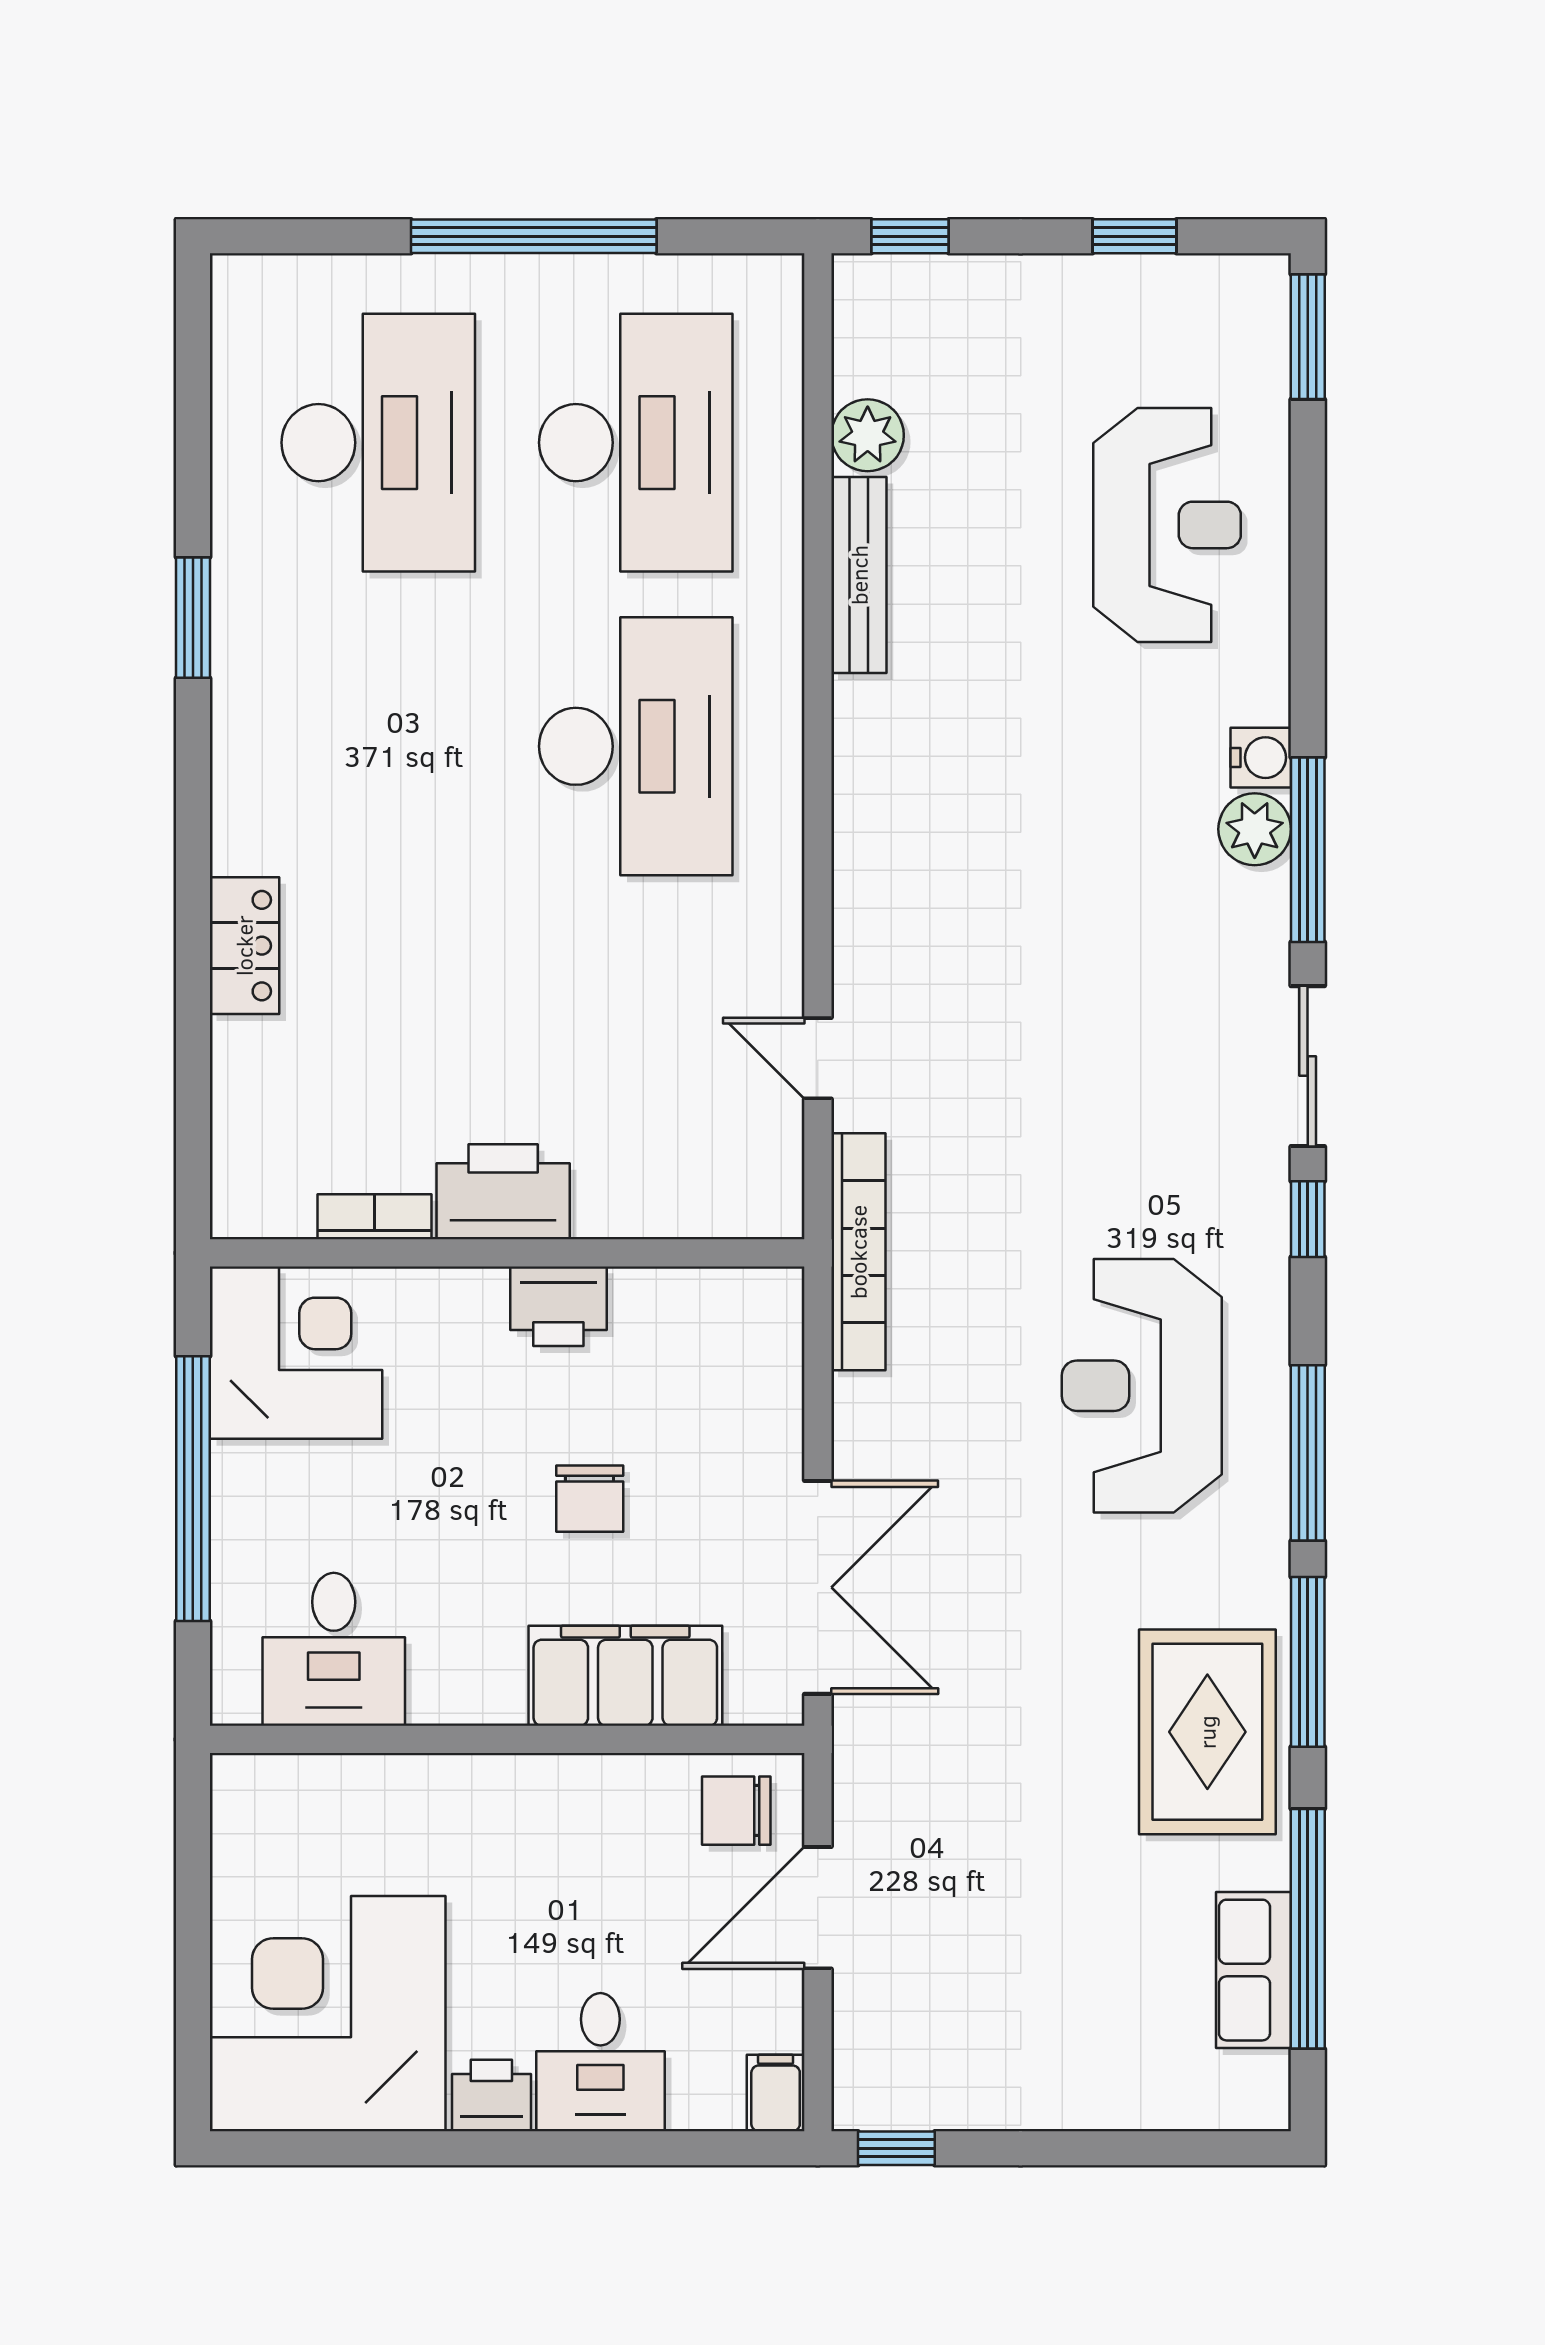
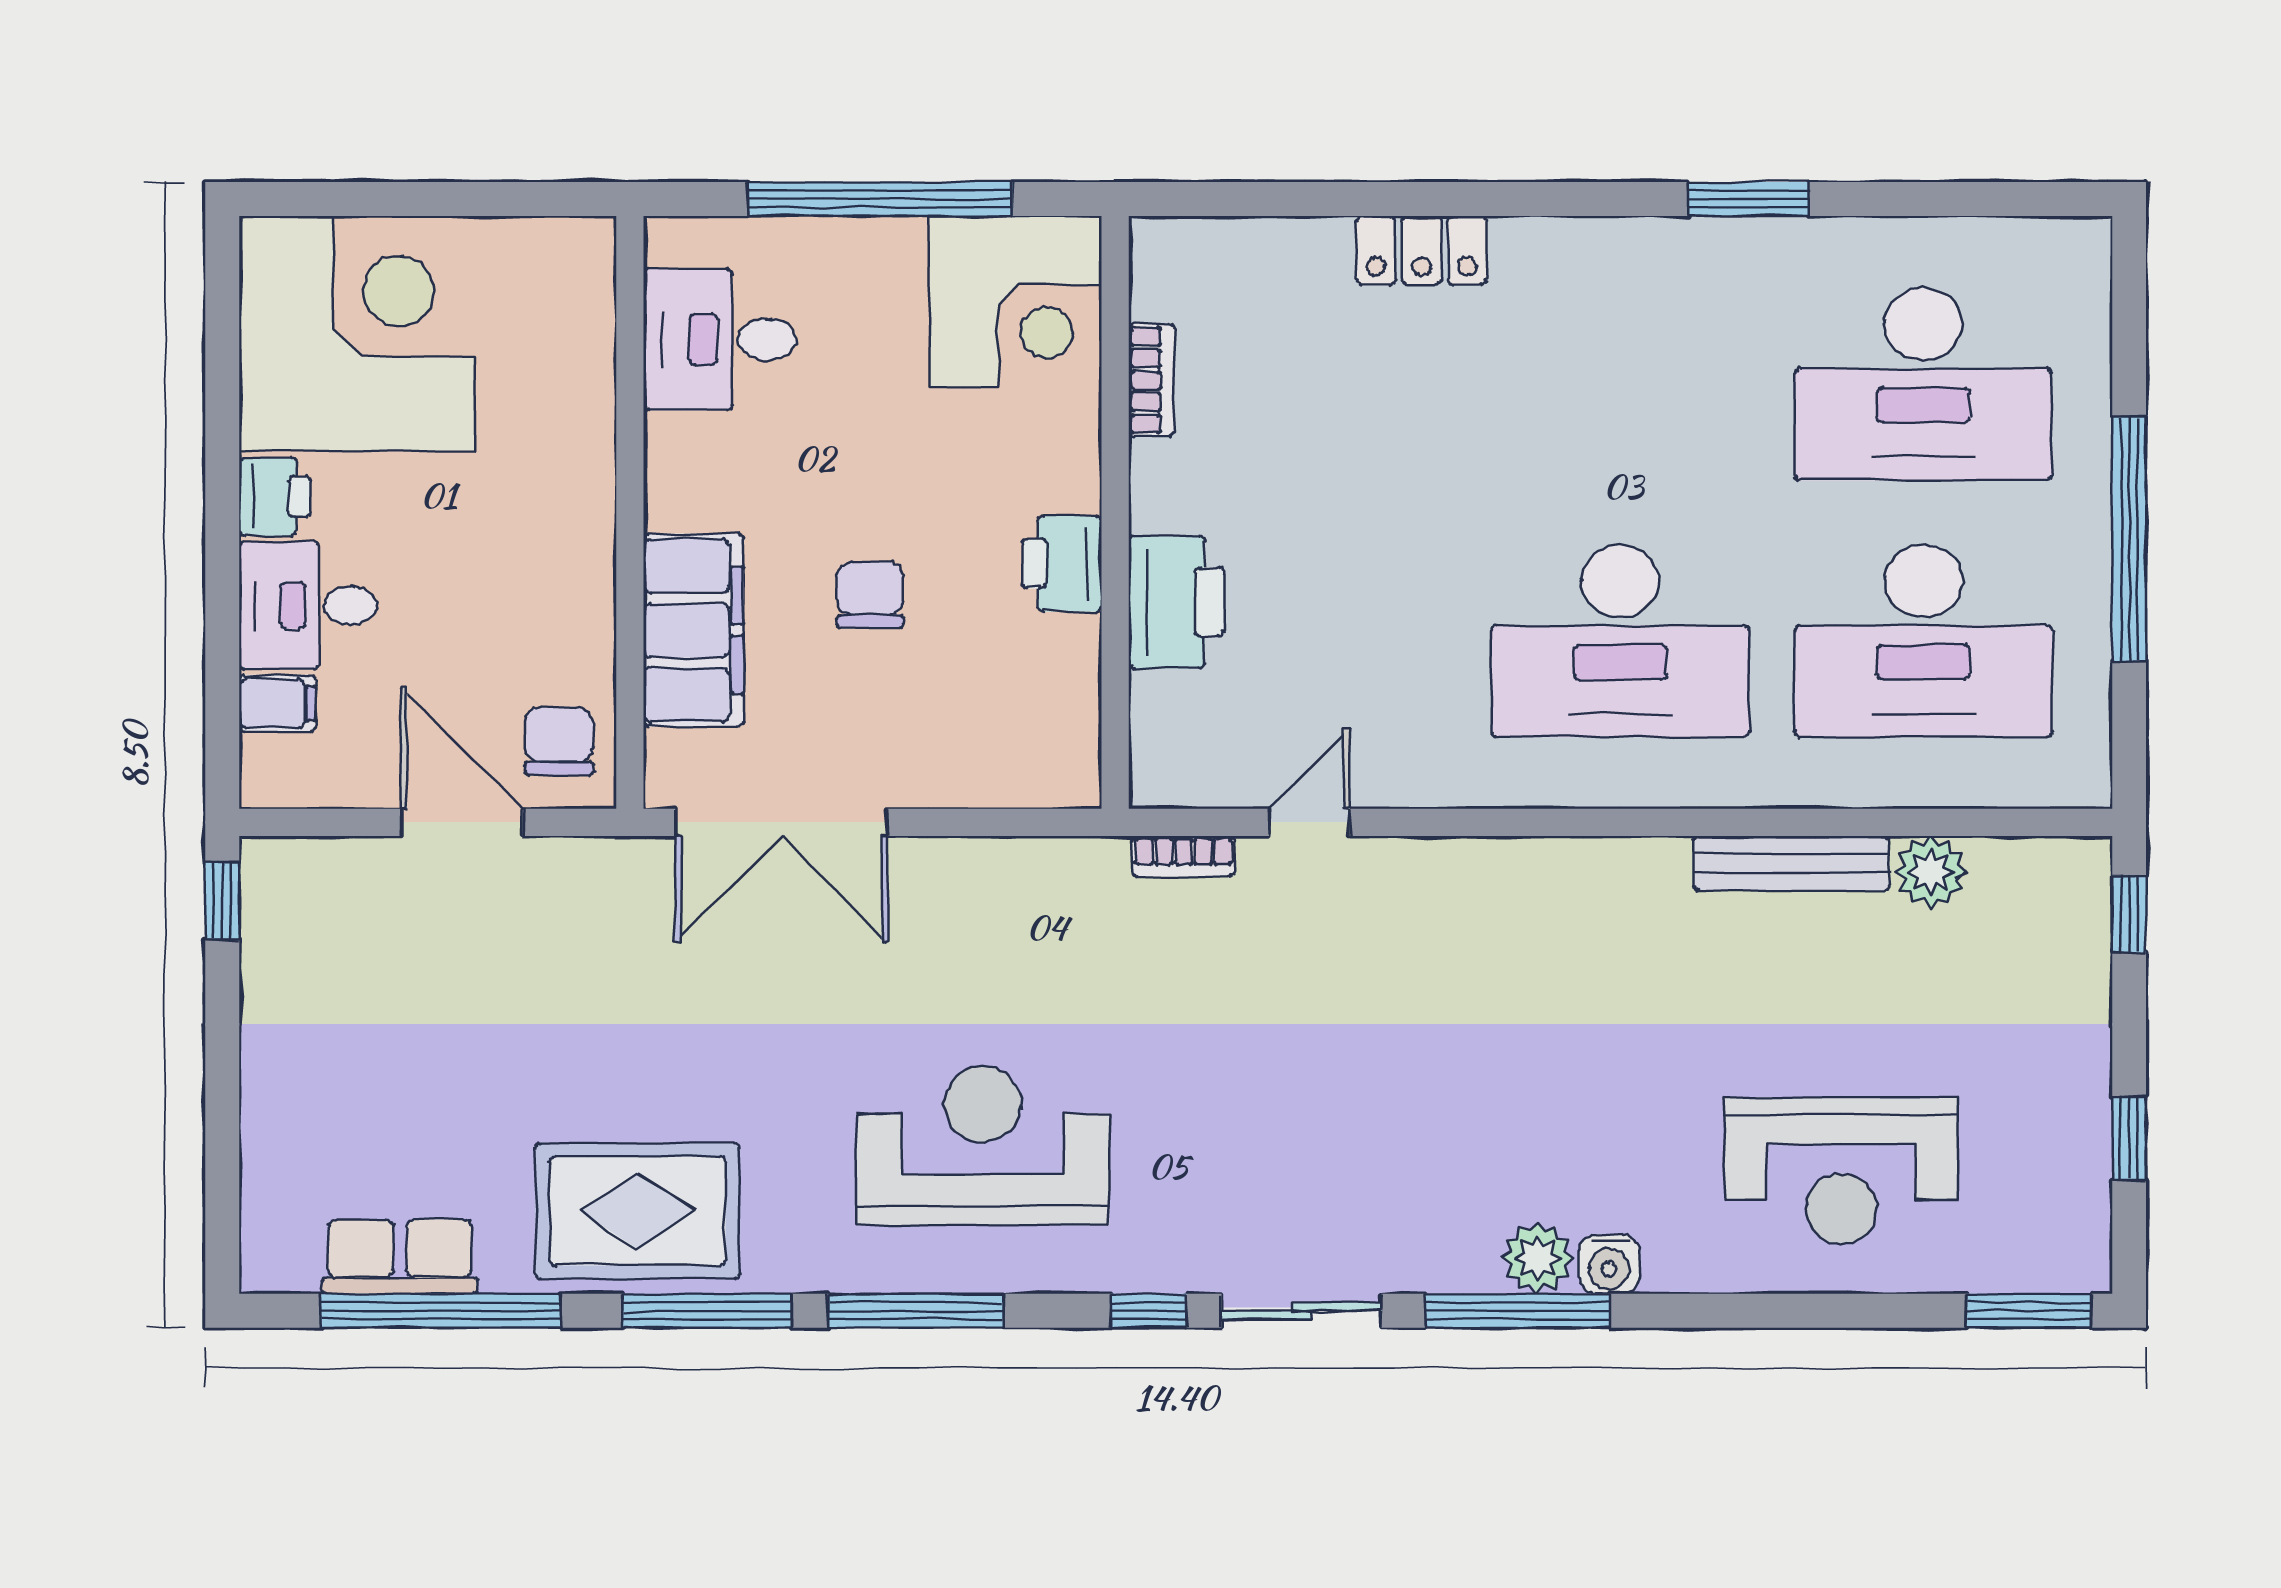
printer: (503, 1192) -> (1176, 602), moved
bookcase: (858, 1252) -> (1183, 856), width x0.43, depth x0.76
chair: (590, 1499) -> (870, 595), turned 90
filing cabinet: (776, 2093) -> (277, 703), moved

